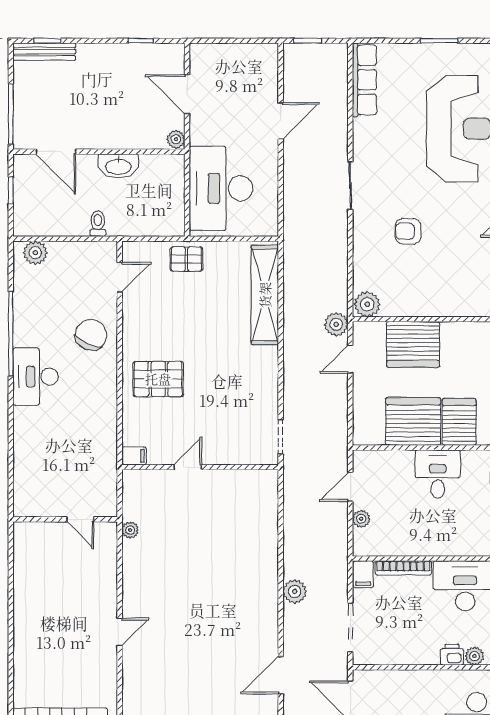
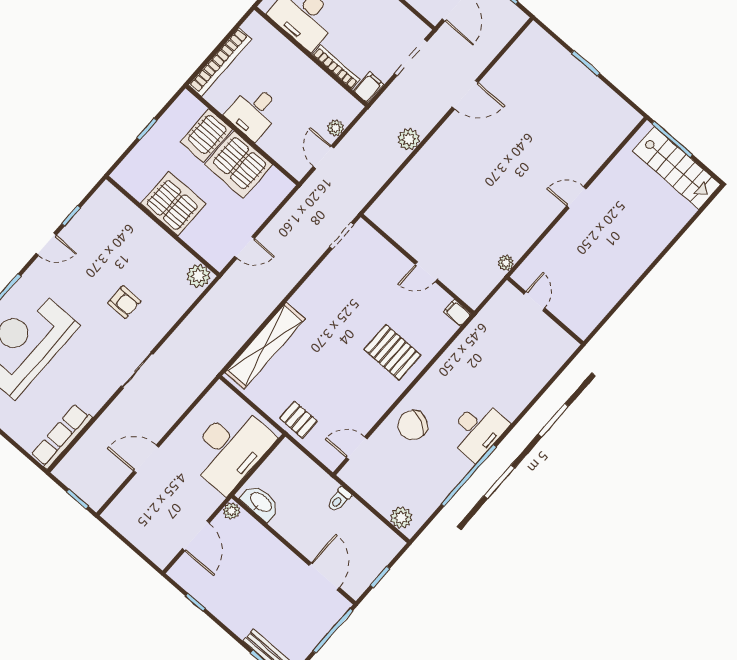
washbasin: (118, 166) -> (260, 503), moved
plant: (336, 324) -> (233, 281), removed
server rack: (413, 344) -> (173, 204), moved
door: (350, 487) -> (323, 157), swing flipped
plant: (295, 591) -> (409, 139), moved
door: (281, 675) -> (465, 95), moved

